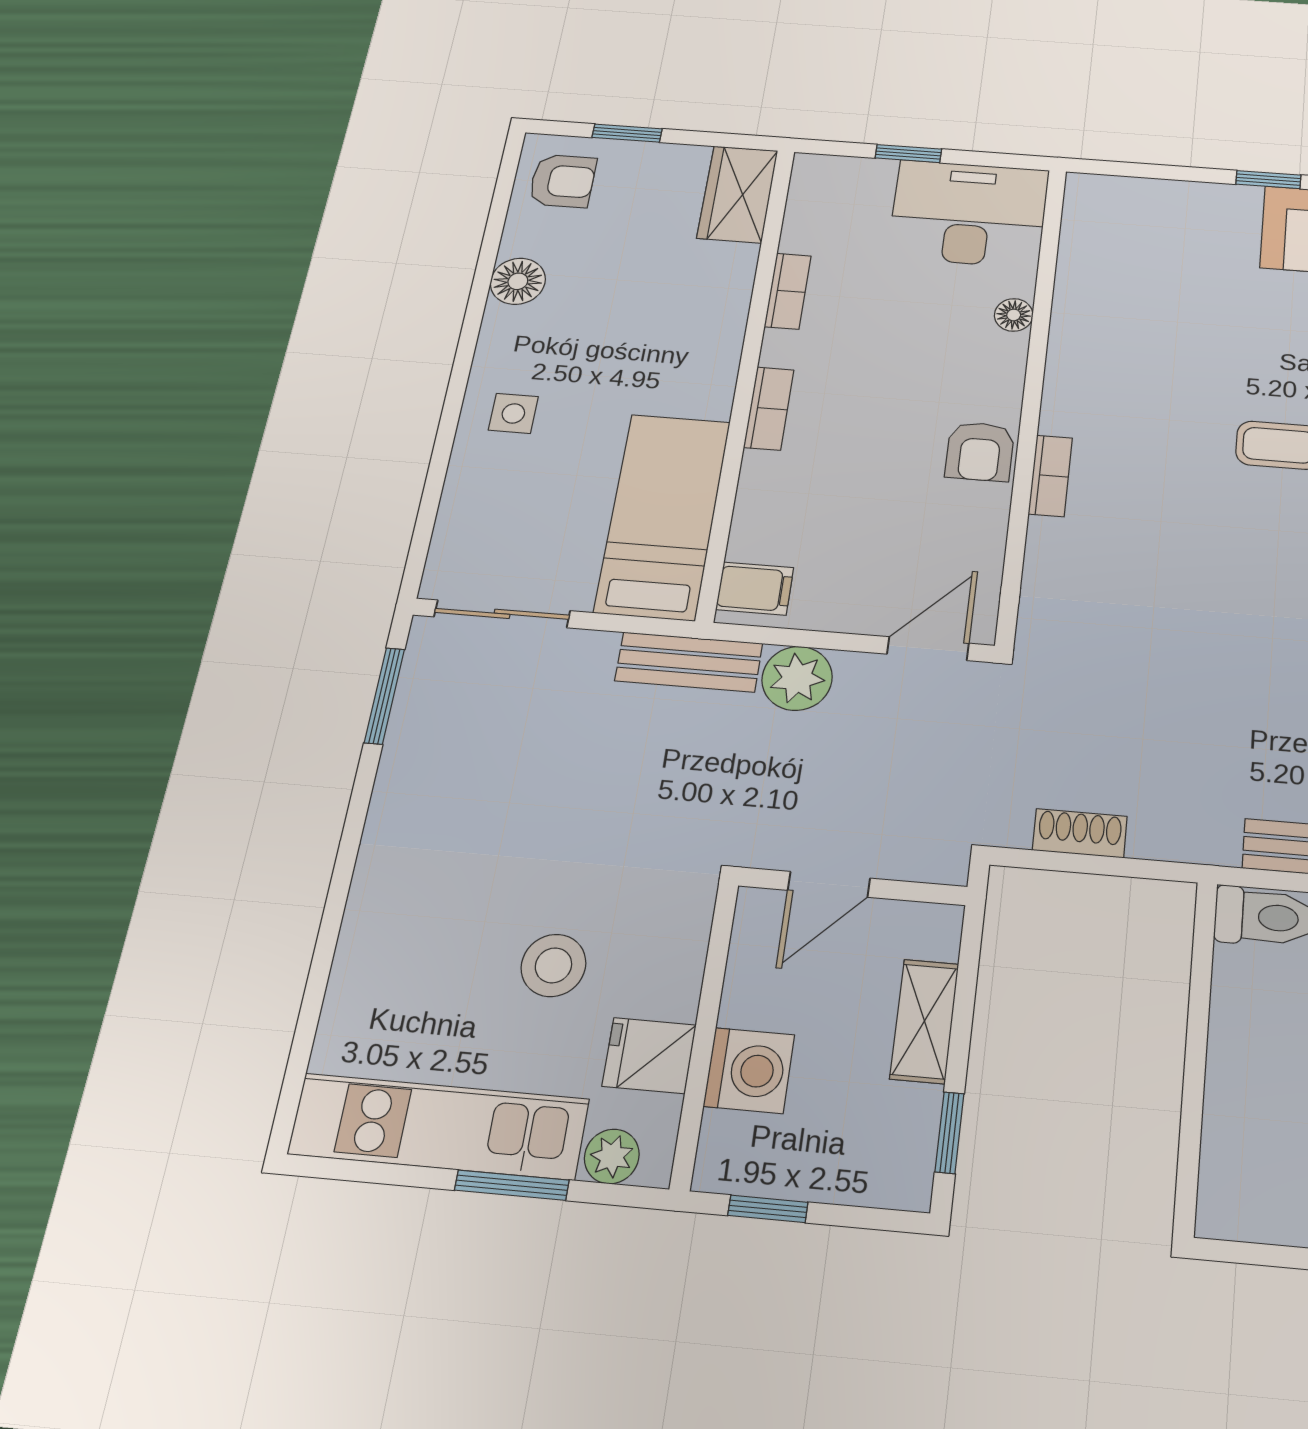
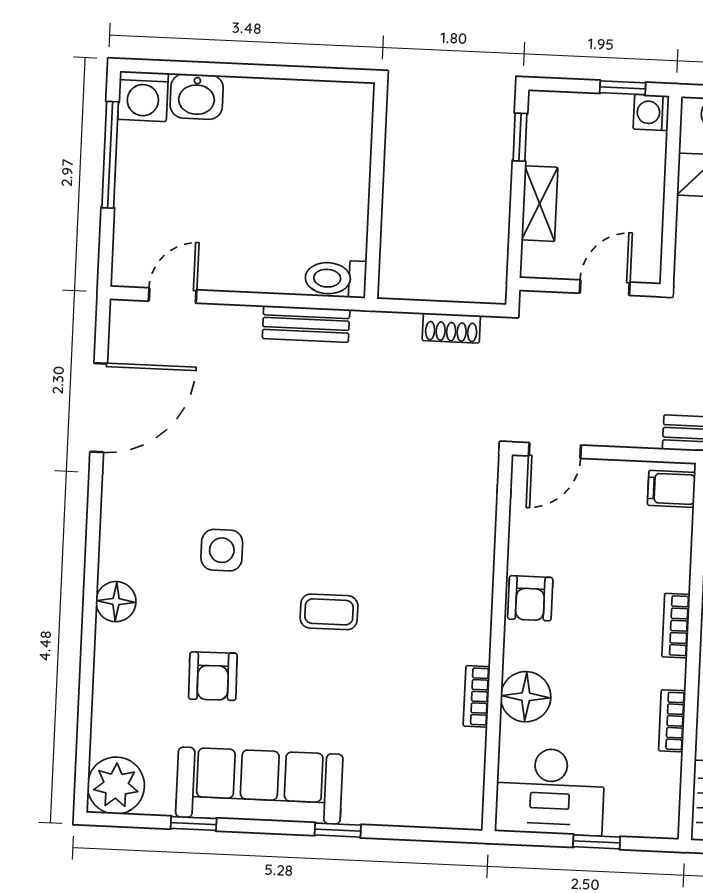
floor lamp: (1014, 315) -> (526, 697), width x1.89, depth x1.89
armchair: (980, 452) -> (530, 598), turned 180
bookcase: (1050, 476) -> (477, 696), moved
plant: (797, 678) -> (638, 426), removed
washing machine: (749, 1070) -> (651, 112), moved, width x0.73, depth x0.73

